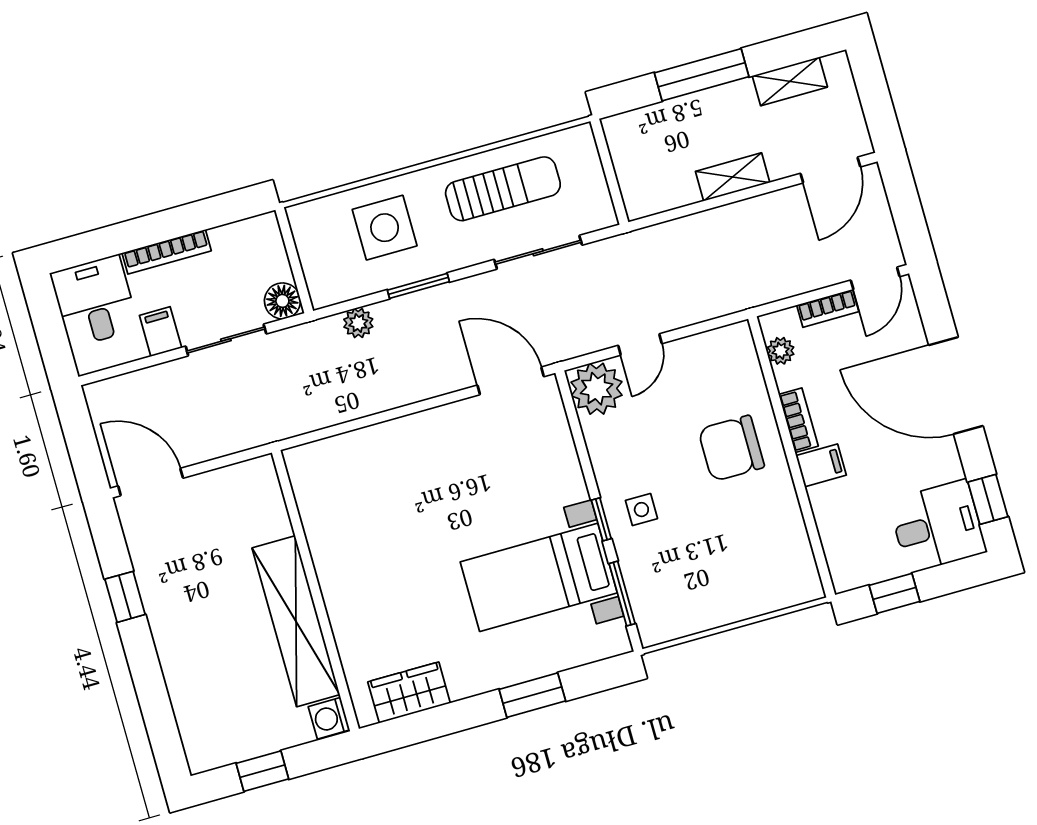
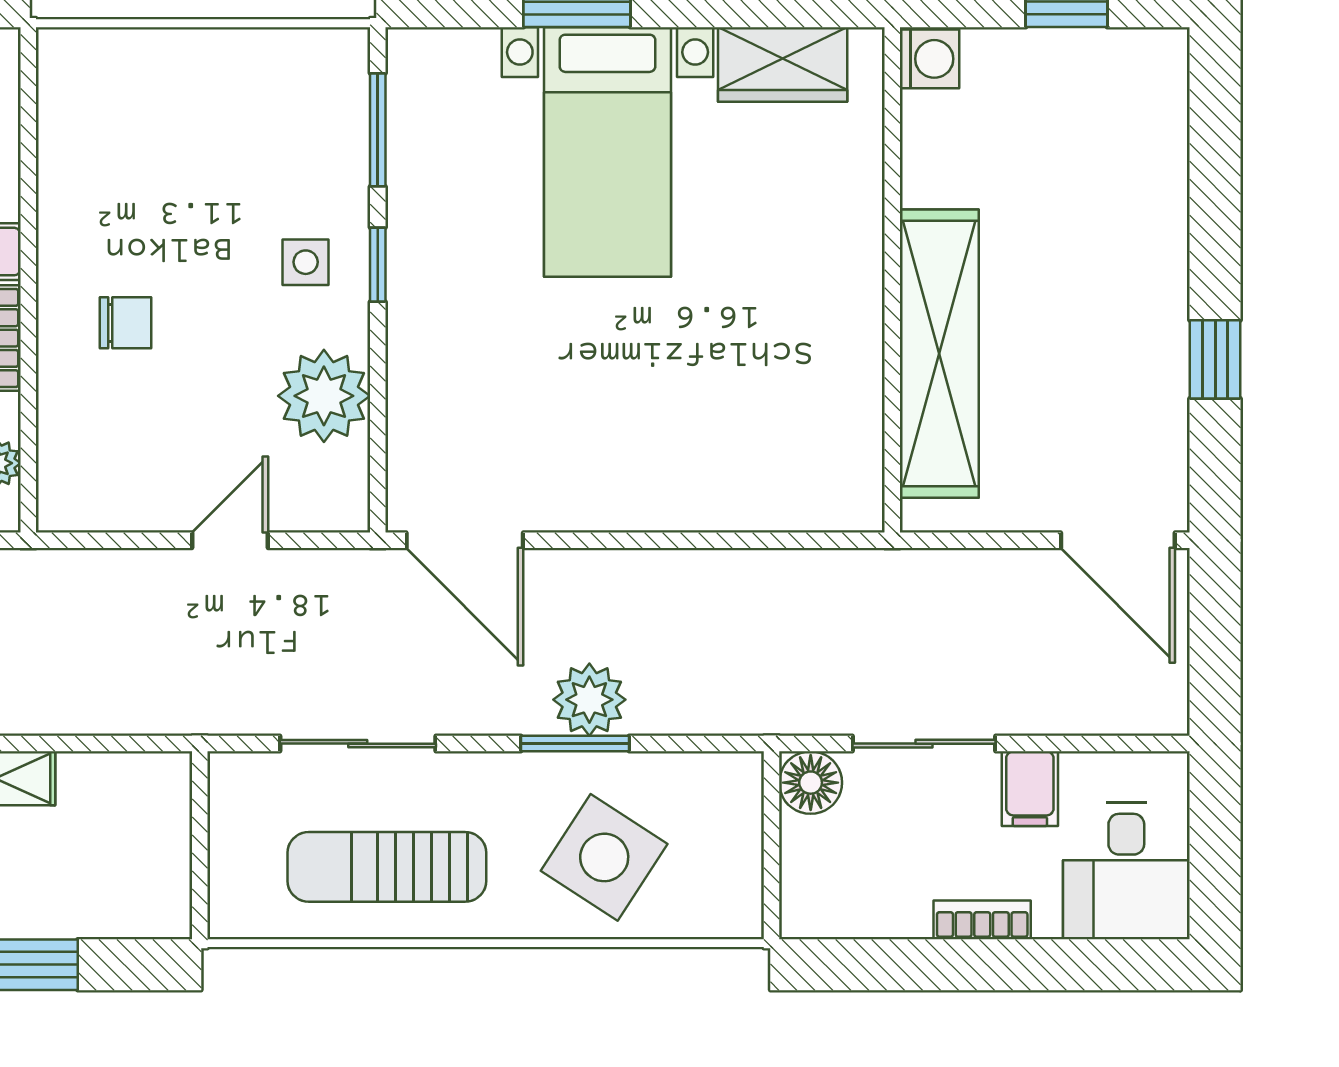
side table: (385, 228) -> (604, 857), turned 33
bookcase: (167, 252) -> (982, 920), width x0.64
plant: (358, 323) -> (589, 700), moved, width x1.38, depth x1.38
plant: (597, 389) -> (324, 396), moved
chair: (731, 448) -> (126, 323), width x0.54, depth x0.54
bed with nightstands: (539, 577) -> (607, 152), moved, turned 90
shelving: (296, 621) -> (939, 354), moved

